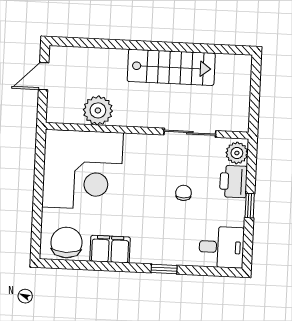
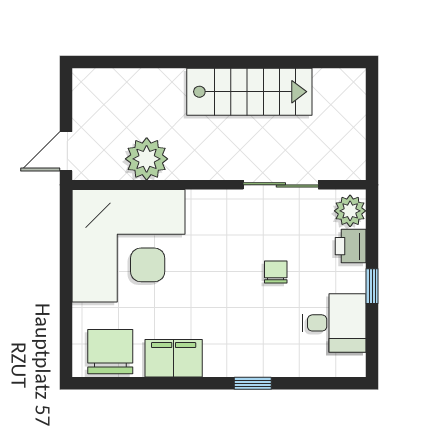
door: (44, 76) -> (66, 151), moved
printer: (233, 182) -> (351, 246), width x0.73, depth x0.81
desk: (221, 247) -> (334, 323), moved

